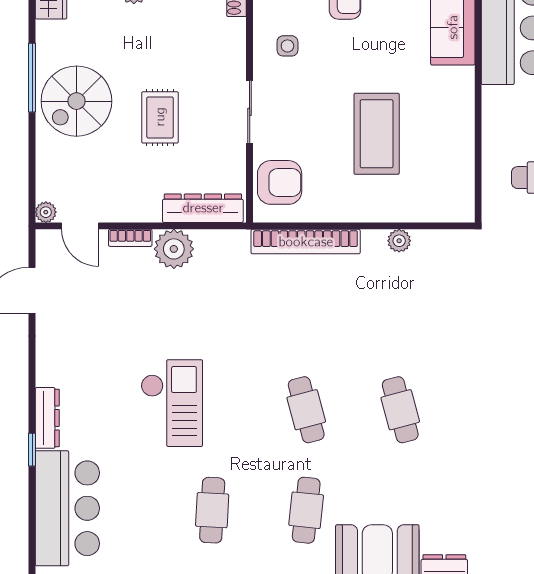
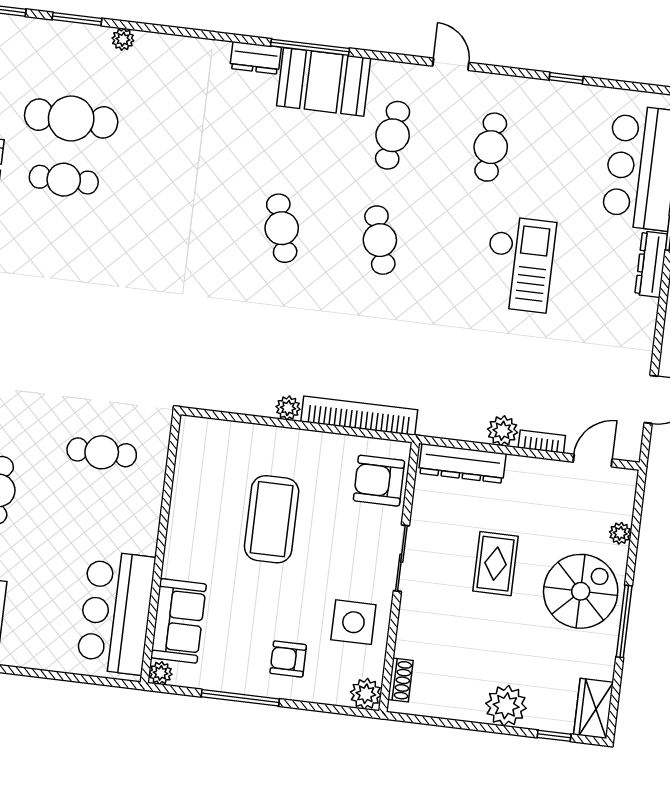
side table: (287, 46) -> (353, 622), width x1.87, depth x1.87
plant: (46, 212) -> (620, 533), moved
door: (80, 226) -> (593, 461), hinge flipped
plant: (399, 241) -> (288, 408), moved
plant: (174, 249) -> (503, 431), width x0.73, depth x0.73
checkout: (172, 403) -> (519, 264), turned 180

